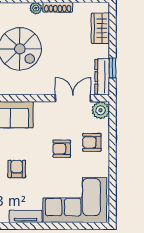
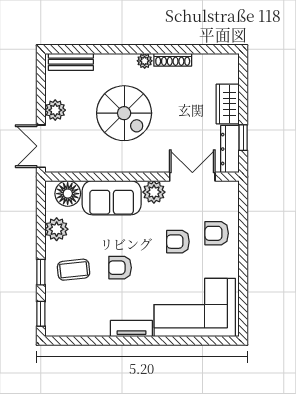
wardrobe: (100, 28) -> (228, 104), moved
plant: (101, 110) -> (154, 192), moved
armchair: (17, 169) -> (120, 268), turned -90

